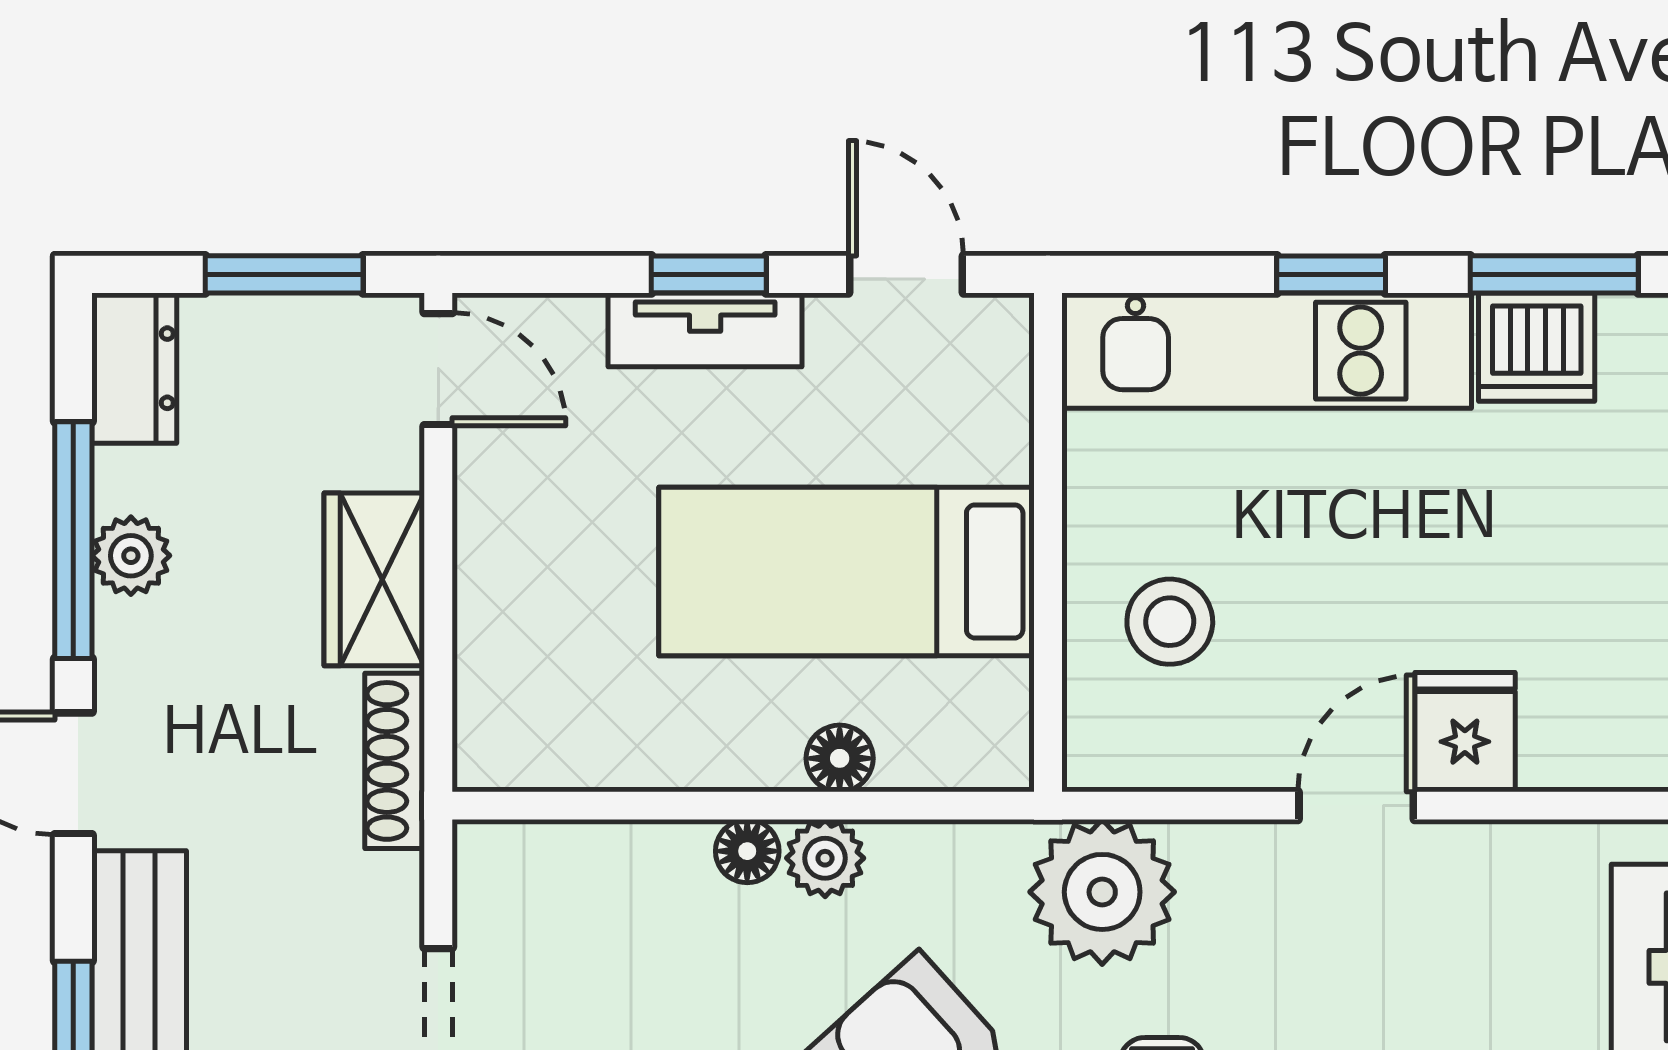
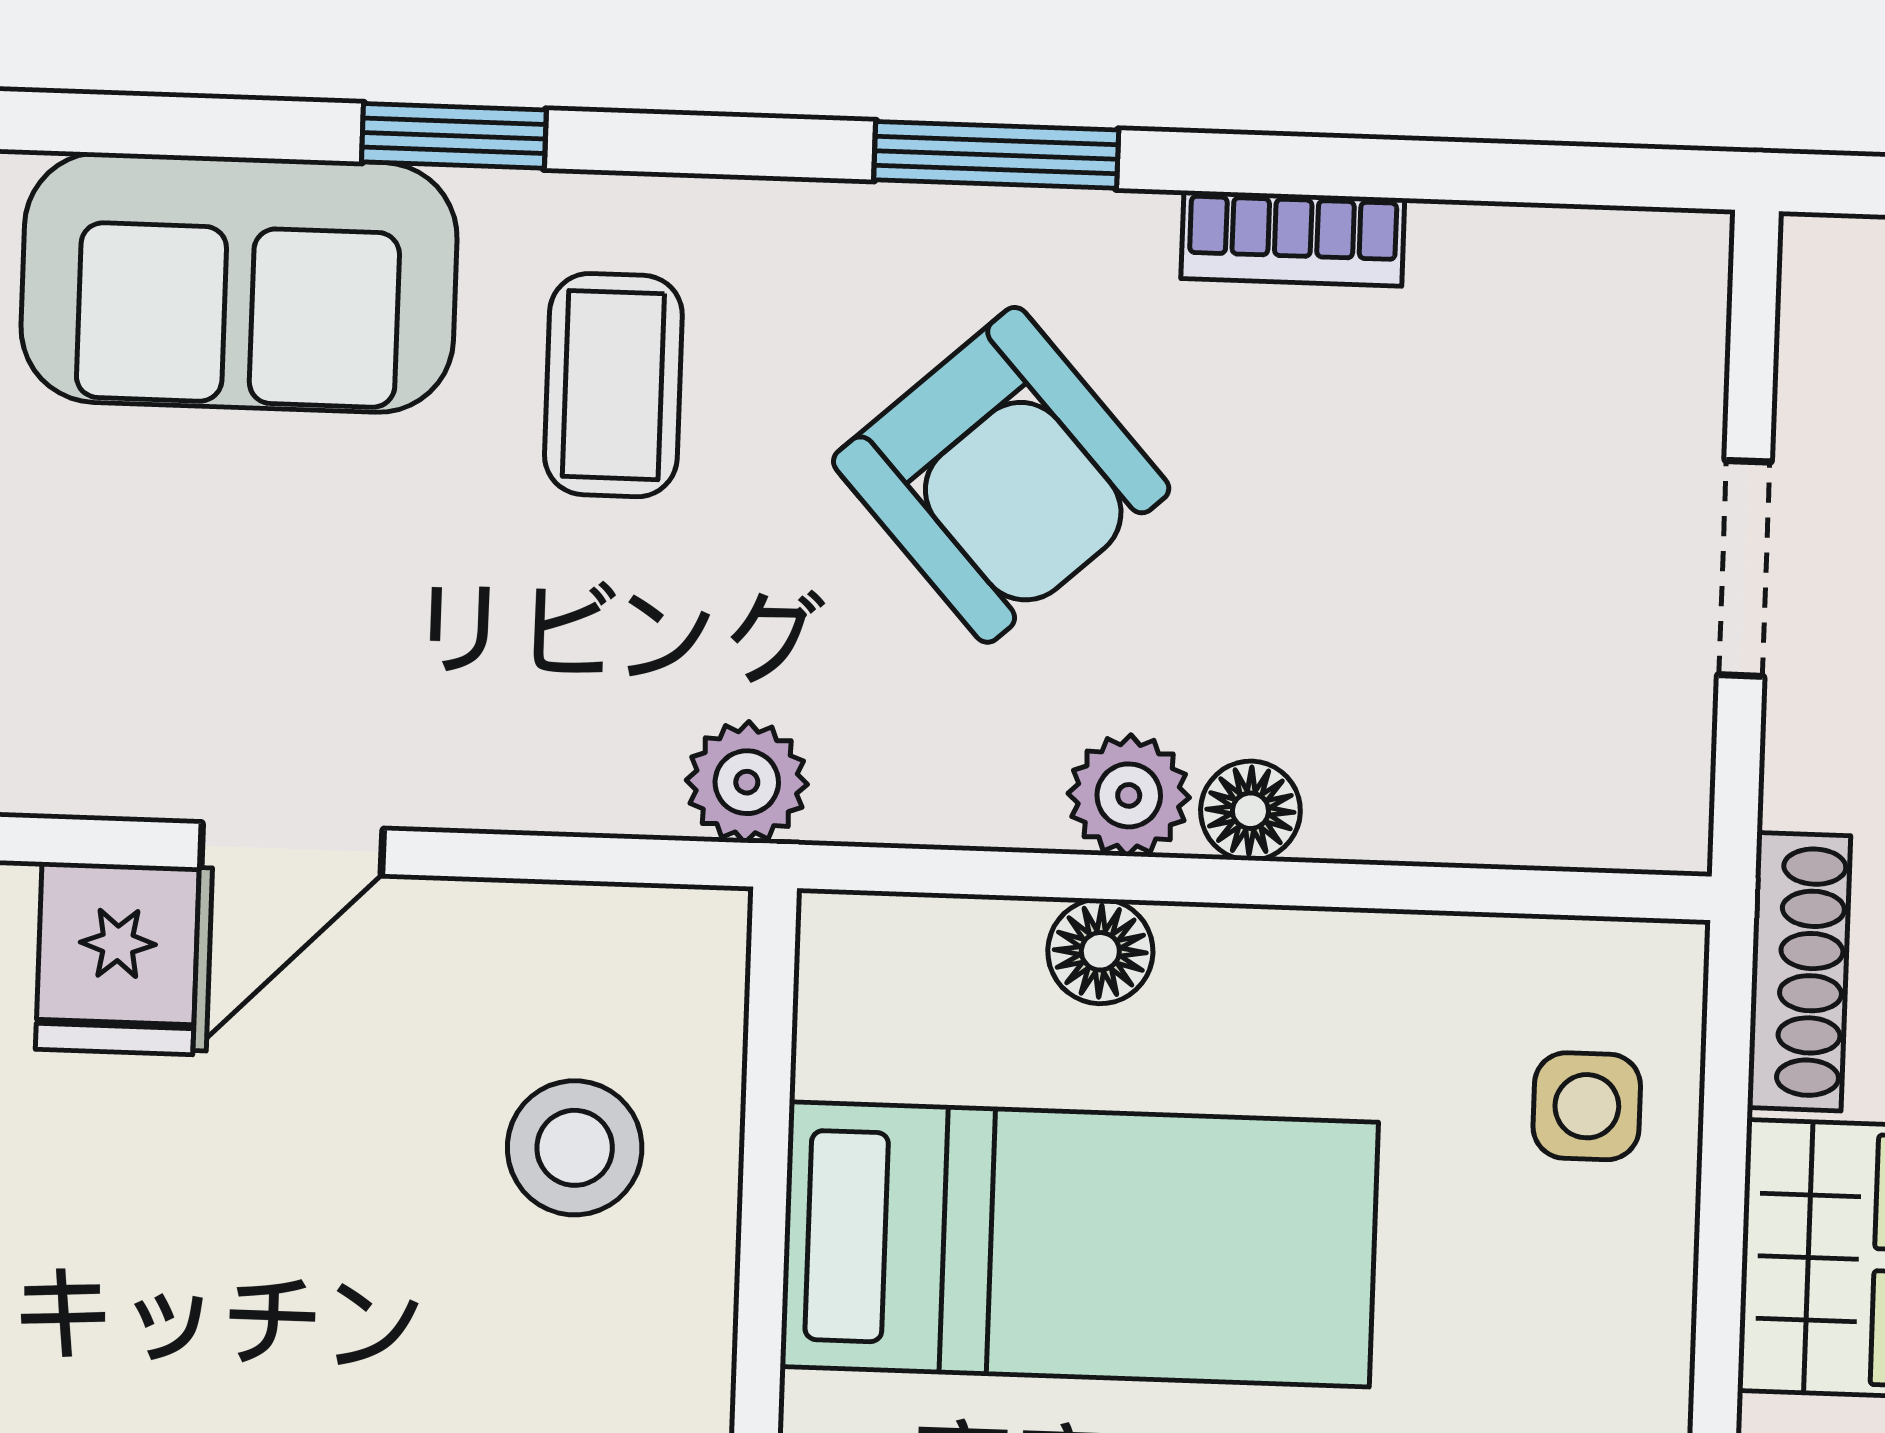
side table: (527, 671) -> (1587, 1106), added
plant: (1102, 892) -> (747, 782), width x0.53, depth x0.53

